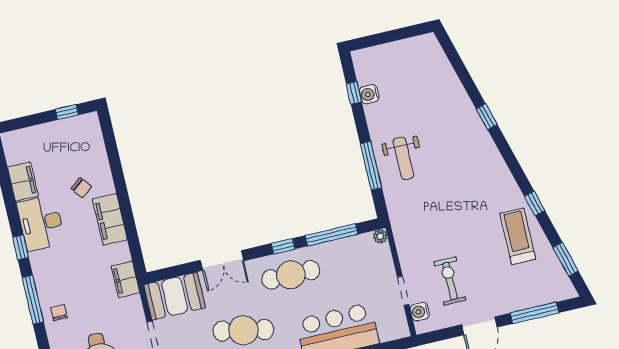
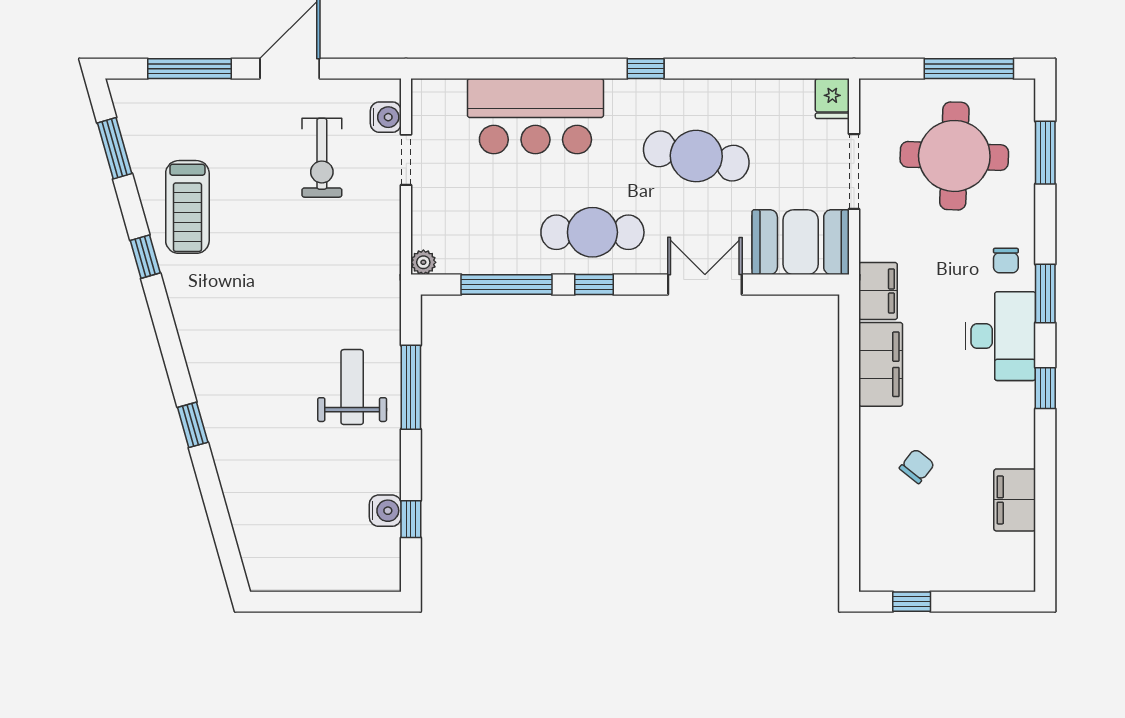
chair: (81, 188) -> (917, 466), turned 77
filing cabinet: (110, 219) -> (881, 364), moved
desk: (41, 223) -> (1000, 336), moved
window: (33, 300) -> (1045, 294), width x0.69

